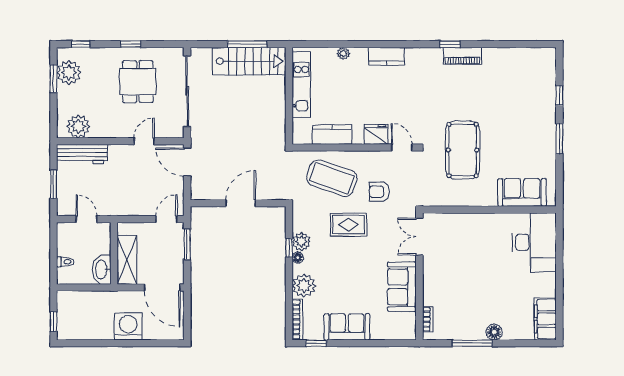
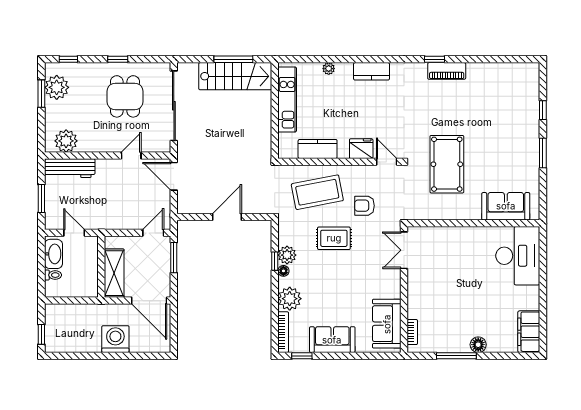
coffee table: (332, 178) -> (317, 192), turned -30
washbasin: (102, 270) -> (53, 254), moved, turned 180
sofa: (402, 287) -> (387, 324), moved

